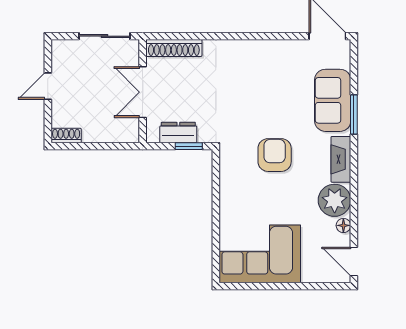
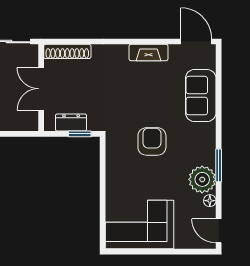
window: (354, 115) -> (219, 165), moved
fireplace: (341, 159) -> (149, 53), moved, turned -90

